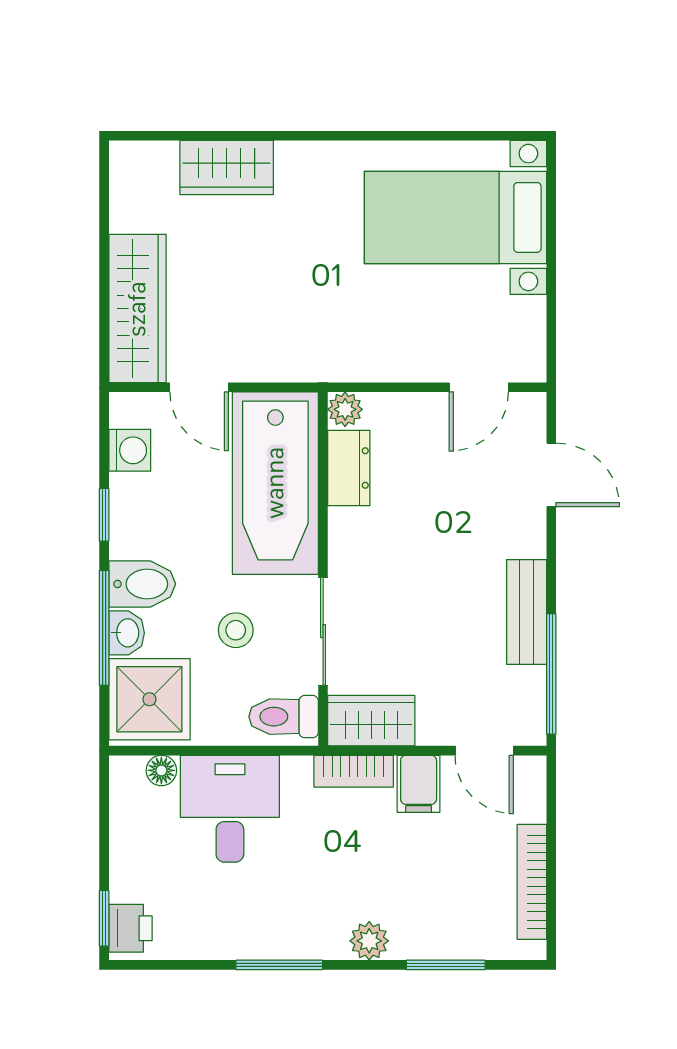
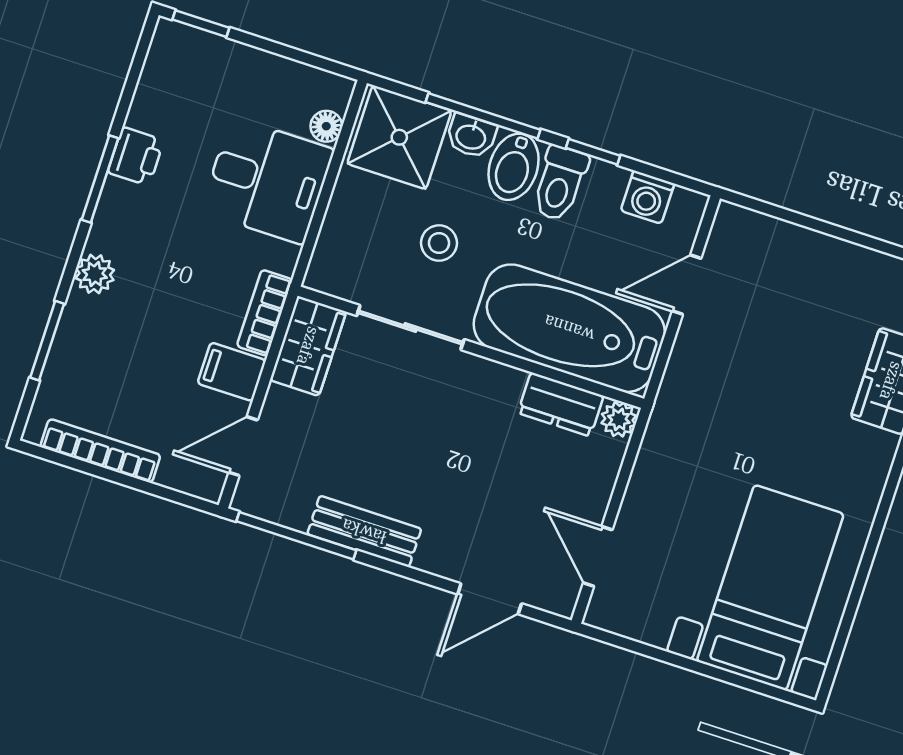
wardrobe: (137, 309) -> (783, 250), removed
toilet: (284, 717) -> (560, 183), moved, turned 180
printer: (130, 928) -> (136, 156), moved, turned -90

